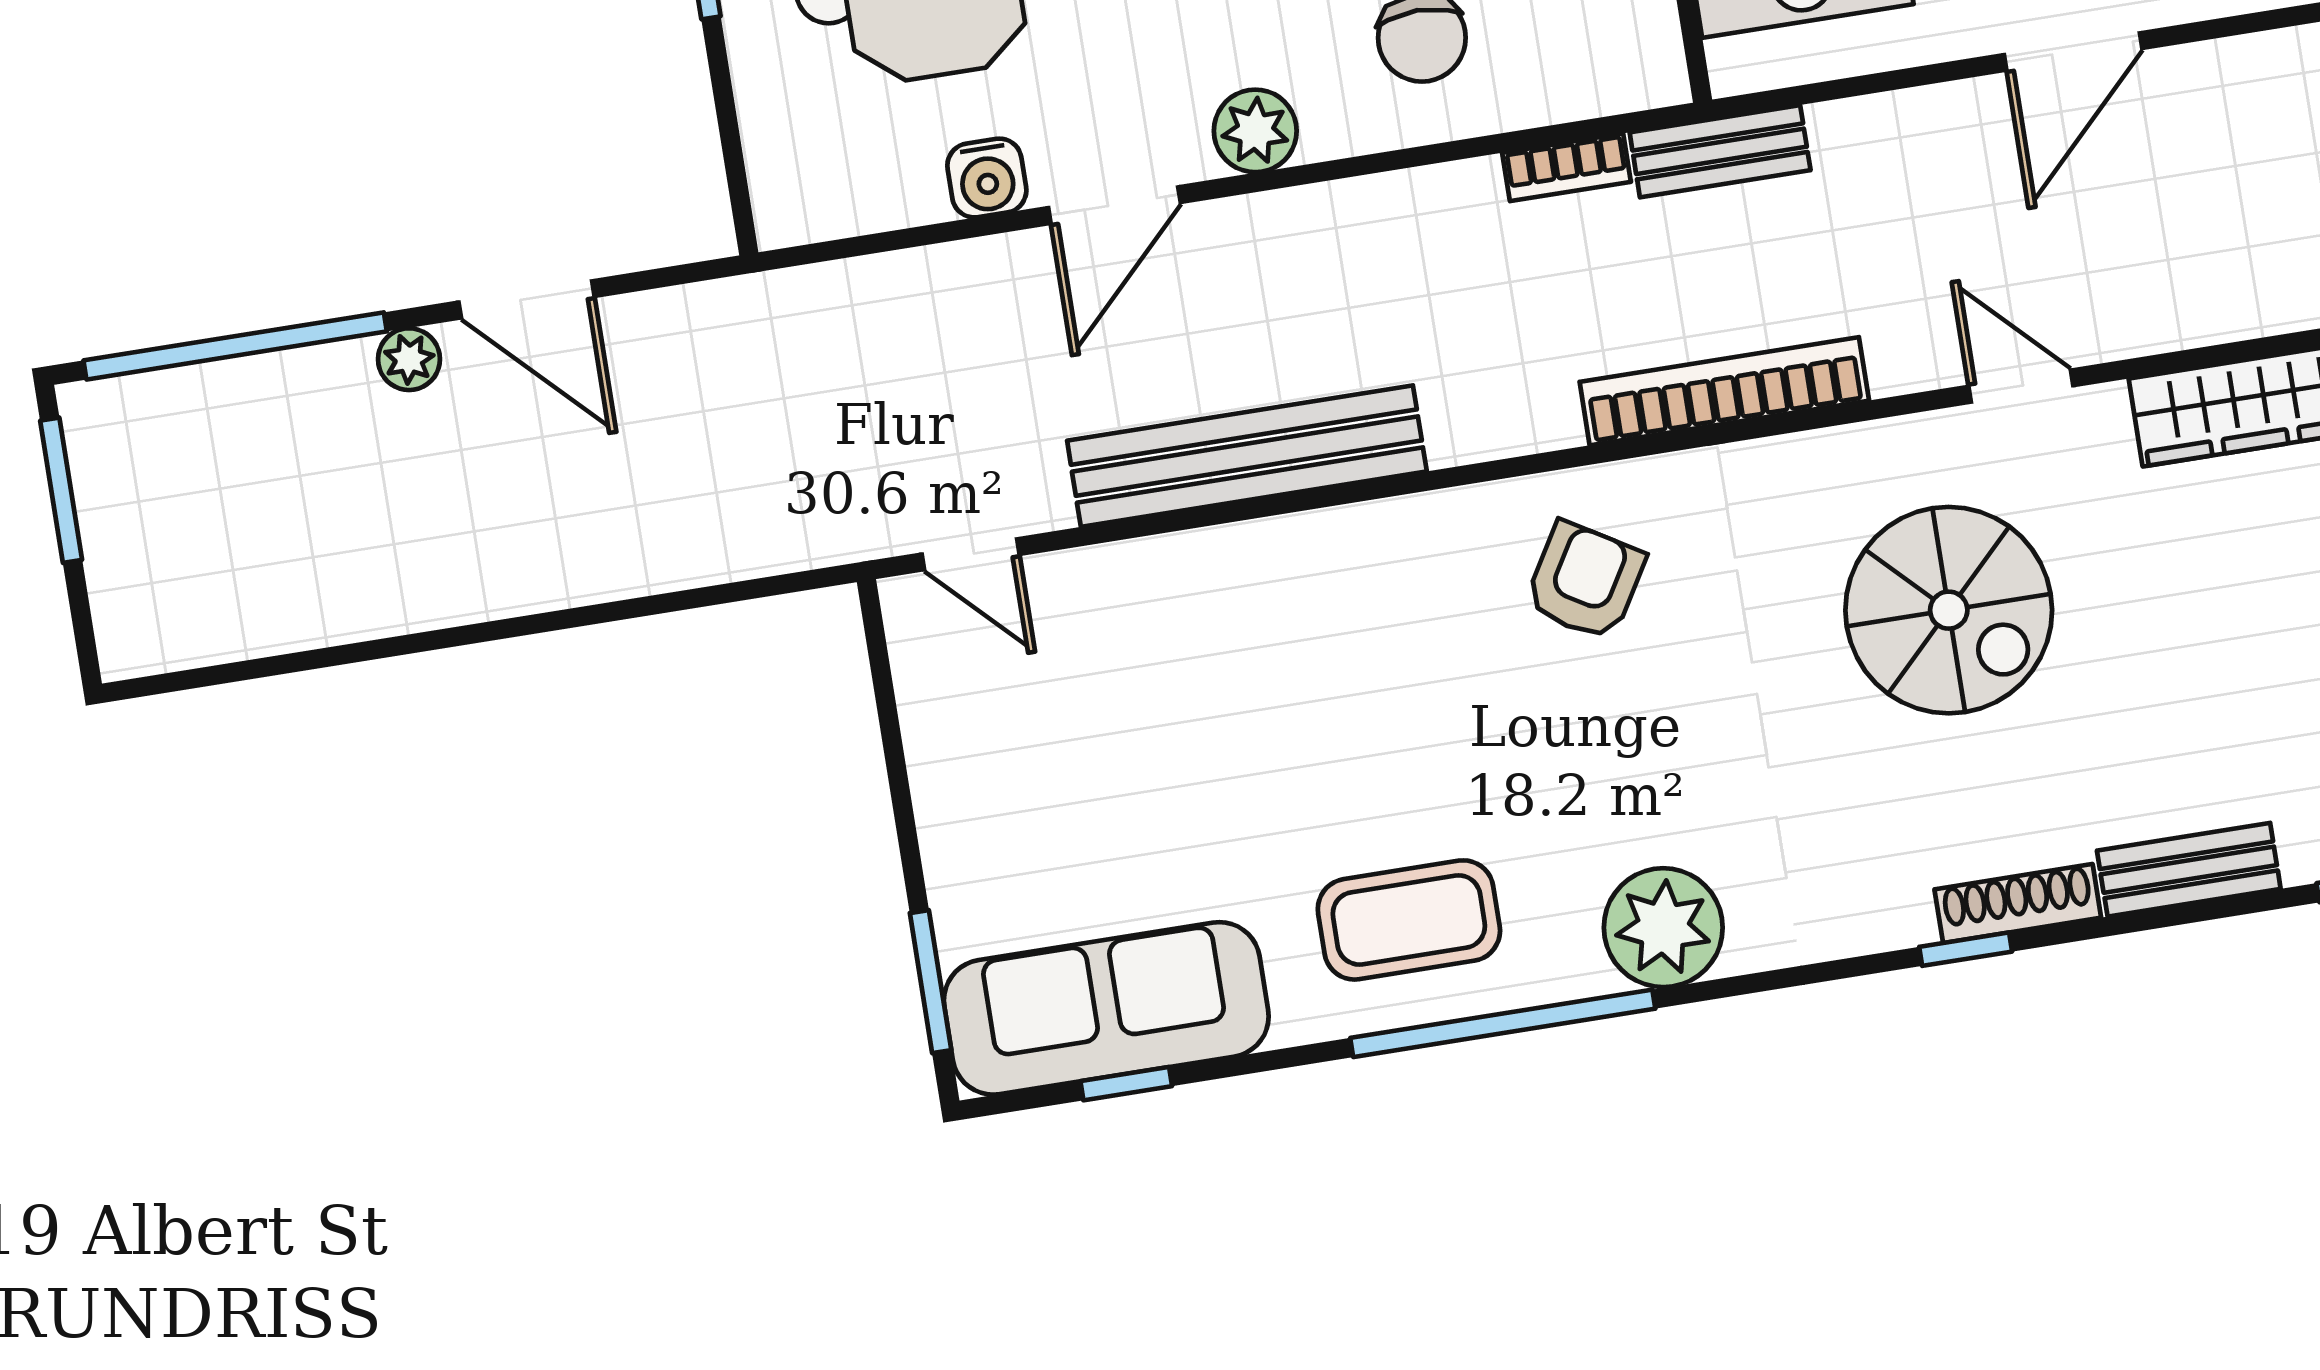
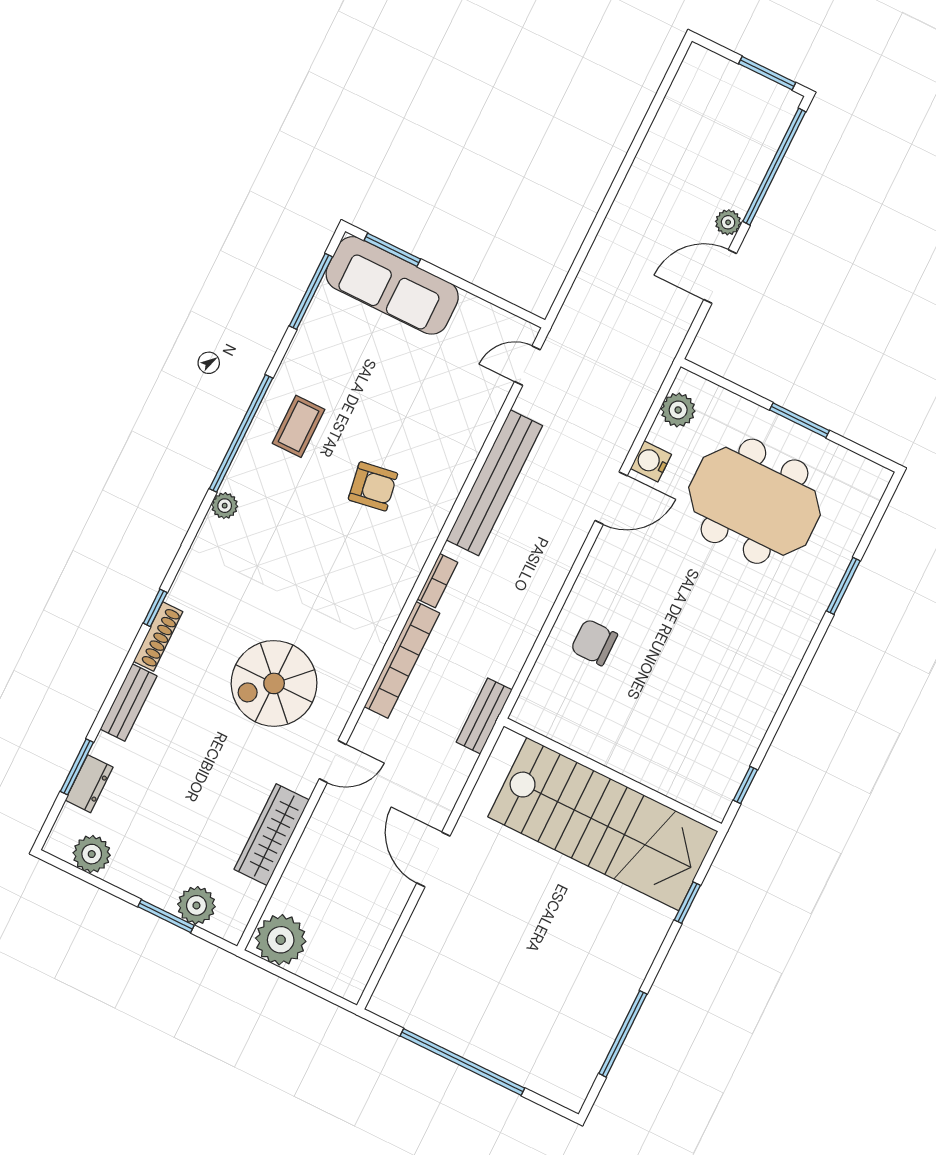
plant: (1255, 131) -> (678, 410), moved
bookcase: (1567, 167) -> (437, 581), moved, turned 180
door: (1114, 205) -> (611, 498), swing flipped
armchair: (1585, 581) -> (373, 486), moved, turned -40
coffee table: (1409, 920) -> (299, 426), width x0.73, depth x0.77
plant: (1663, 928) -> (225, 506), width x0.53, depth x0.53
sofa: (1106, 1008) -> (392, 285), moved, turned 90
window: (1126, 1084) -> (311, 291), width x2.17

